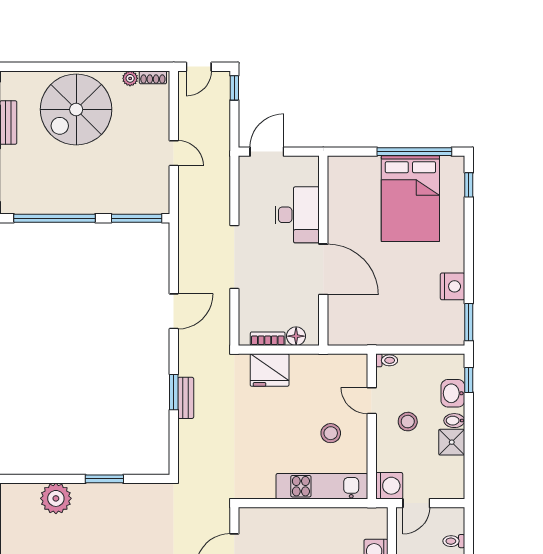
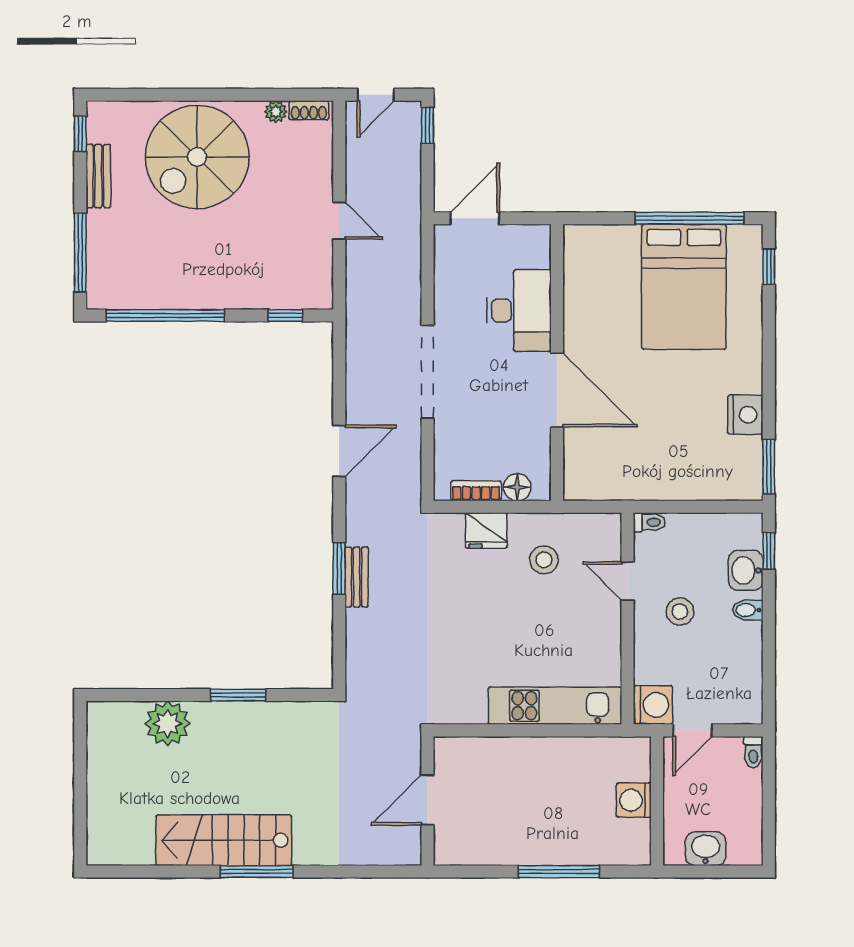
window: (137, 218) -> (285, 315), width x0.46
fridge: (270, 370) -> (486, 530), width x0.73, depth x0.75
stool: (331, 433) -> (544, 560), moved
shower: (452, 442) -> (744, 642), removed
toilet: (454, 541) -> (753, 752), moved, turned -90

